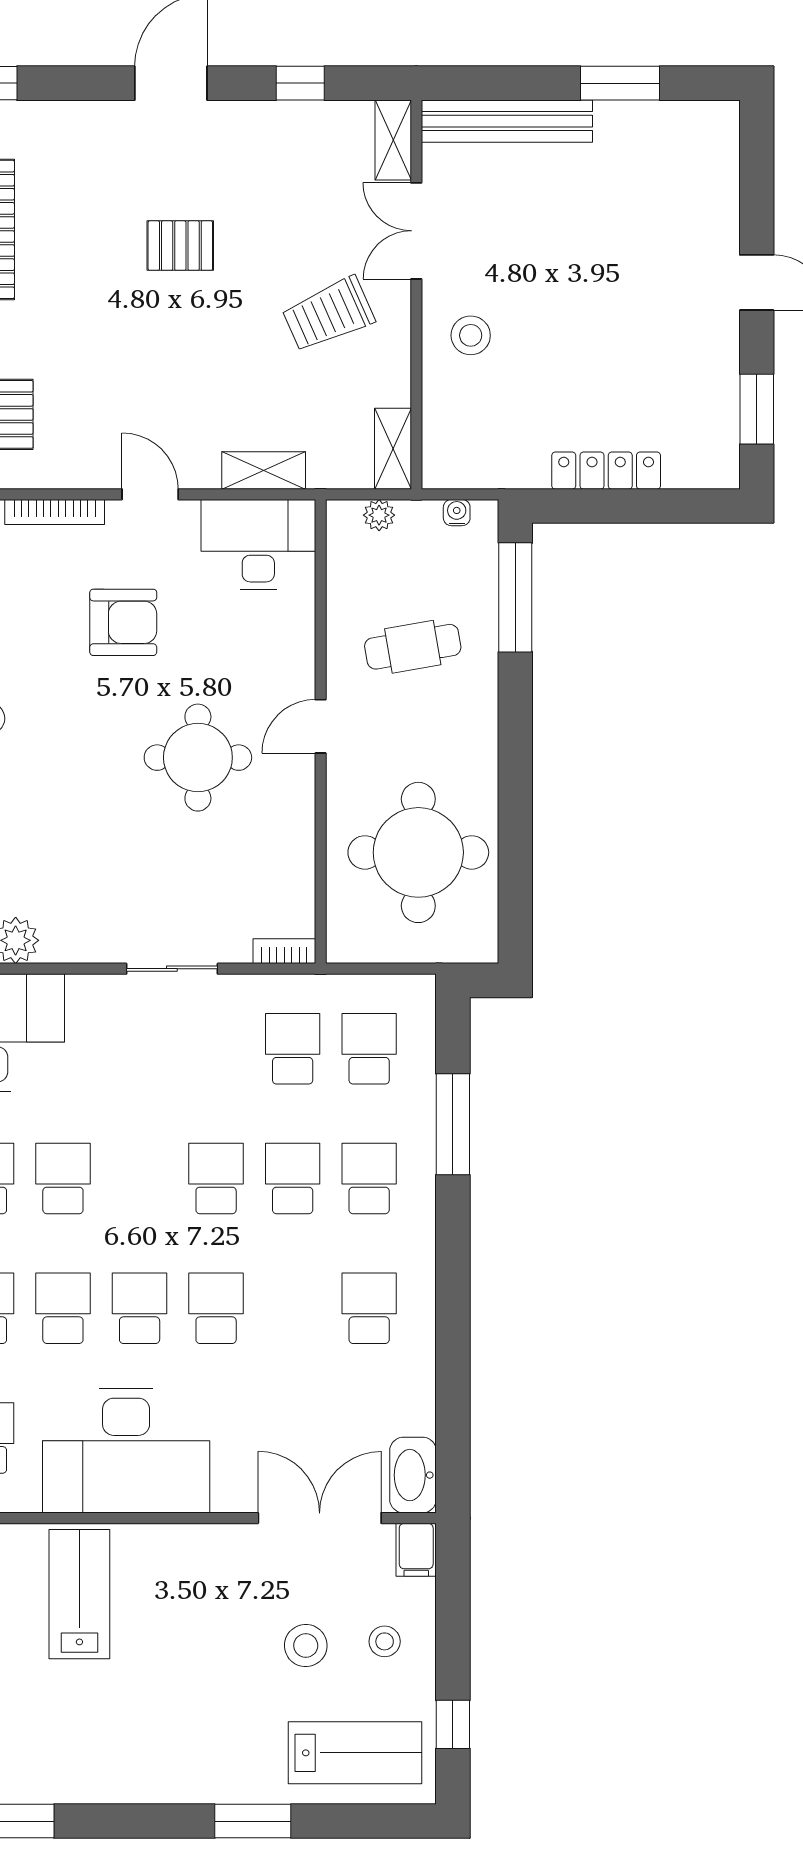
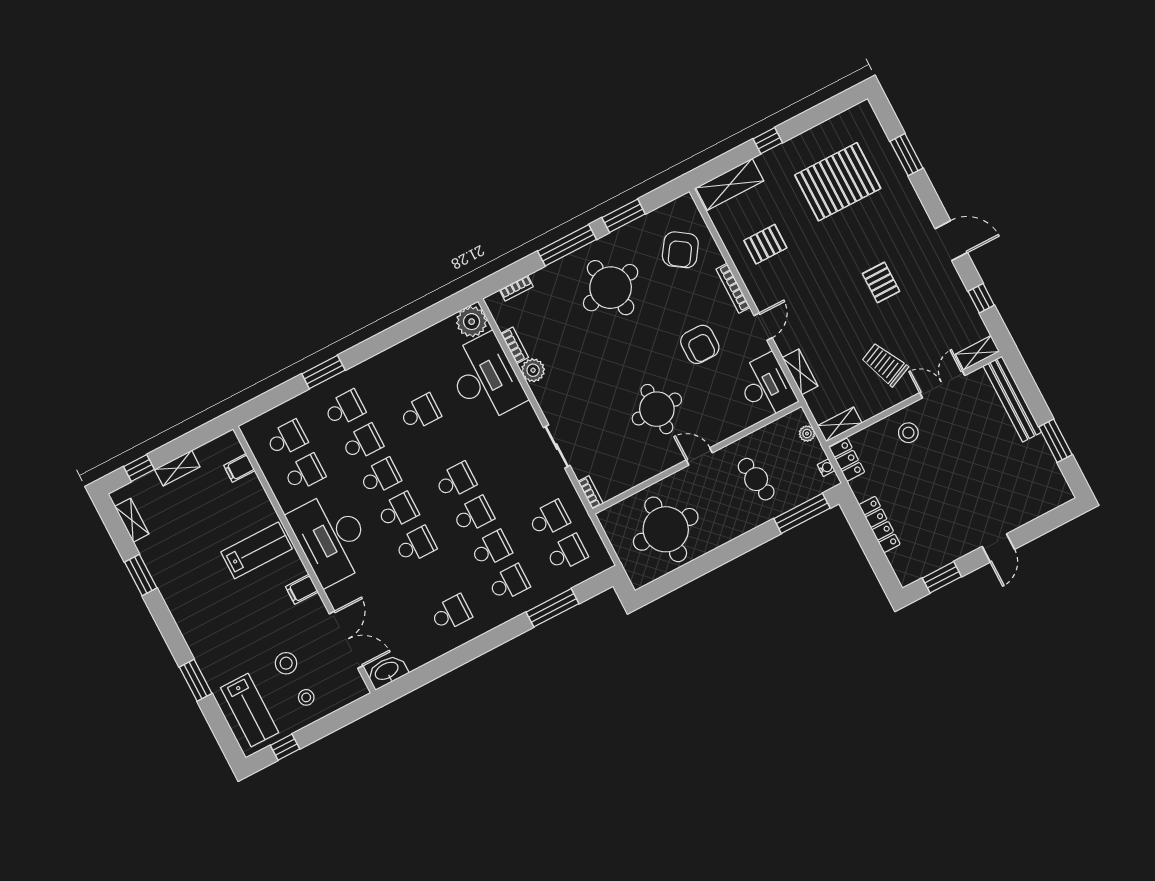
locker: (462, 469) -> (847, 460), added
school desk: (63, 1179) -> (456, 481), moved
filing cabinet: (416, 1550) -> (302, 589), moved

